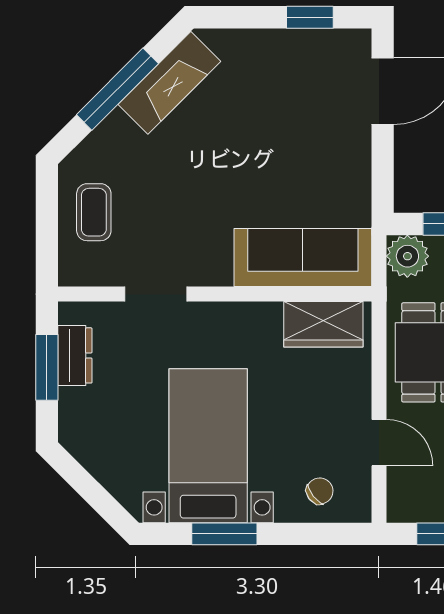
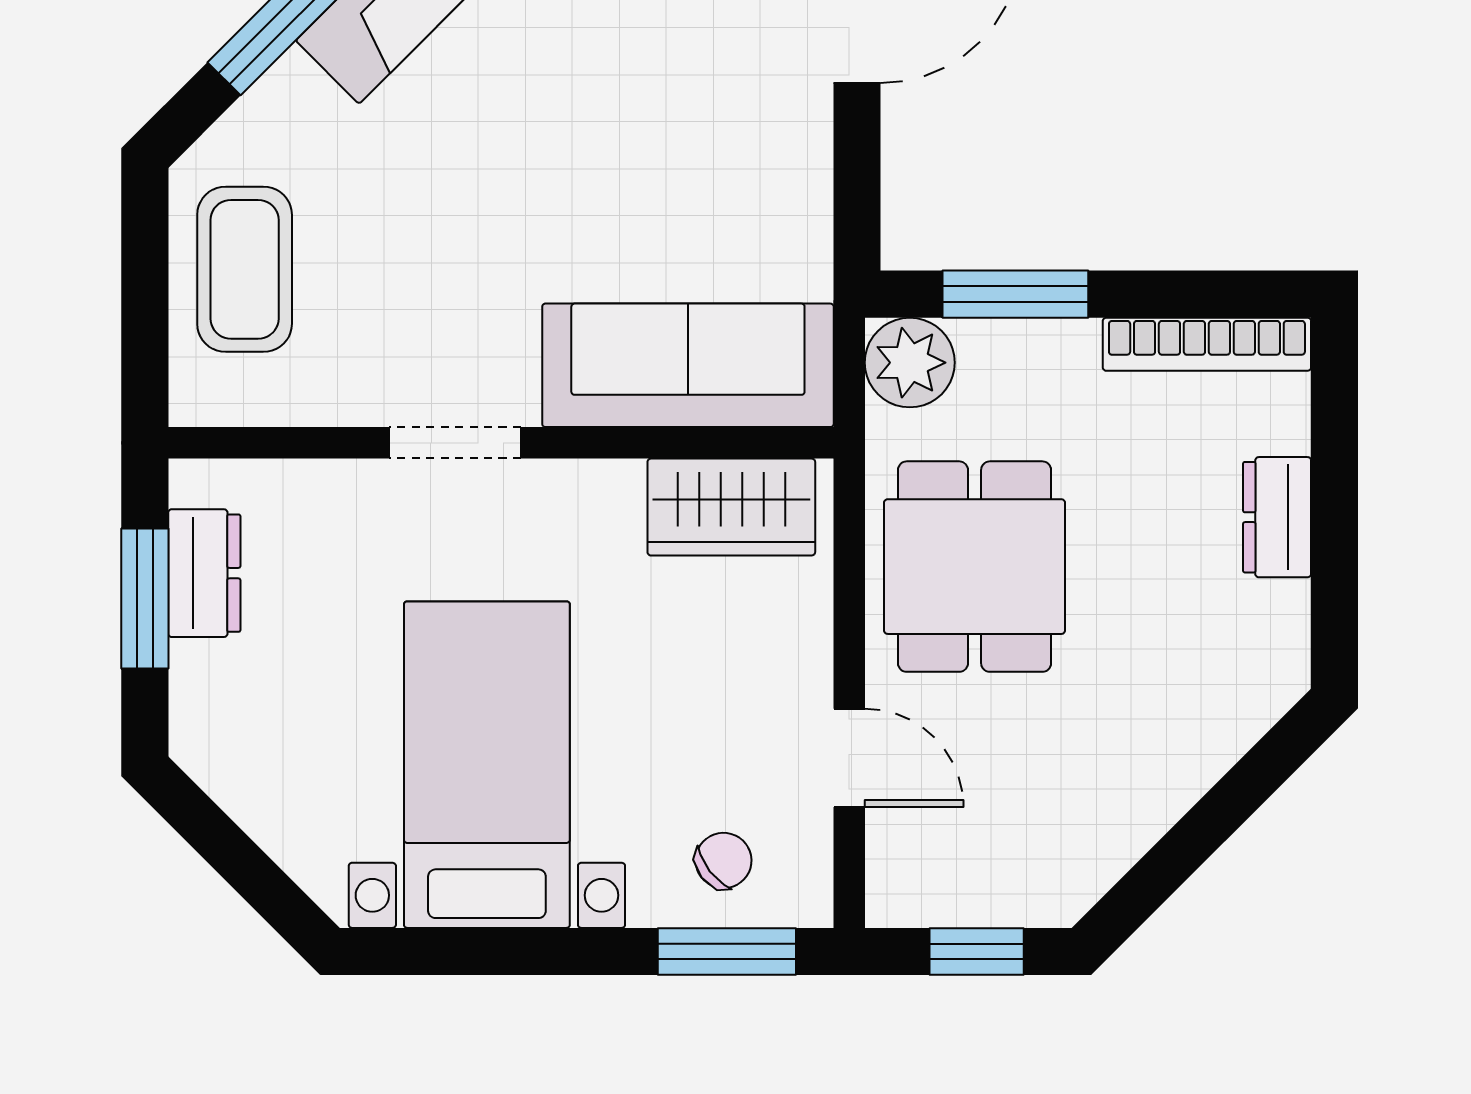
coffee table: (94, 212) -> (245, 269), width x1.36, depth x1.30
doorway: (156, 294) -> (455, 443), moved
window: (224, 534) -> (727, 951), moved

